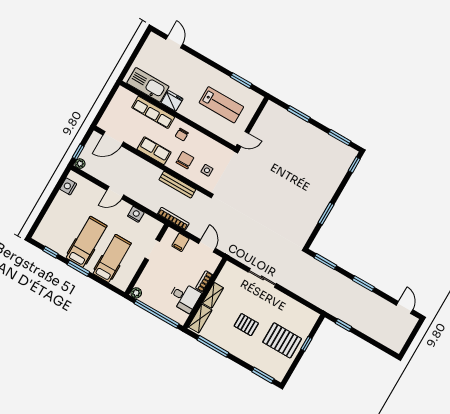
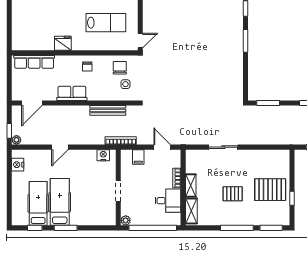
kitchen sink: (148, 85) -> (35, 41), removed
row of seats: (153, 112) -> (34, 62), moved
chair: (185, 160) -> (120, 68), moved
nightstand: (136, 214) -> (103, 155), moved
window: (326, 214) -> (246, 41), moved
doorway: (152, 250) -> (118, 191), moved
hospital bed: (112, 258) -> (38, 203), moved
window: (306, 344) -> (292, 198), moved
window: (213, 346) -> (237, 228), moved

